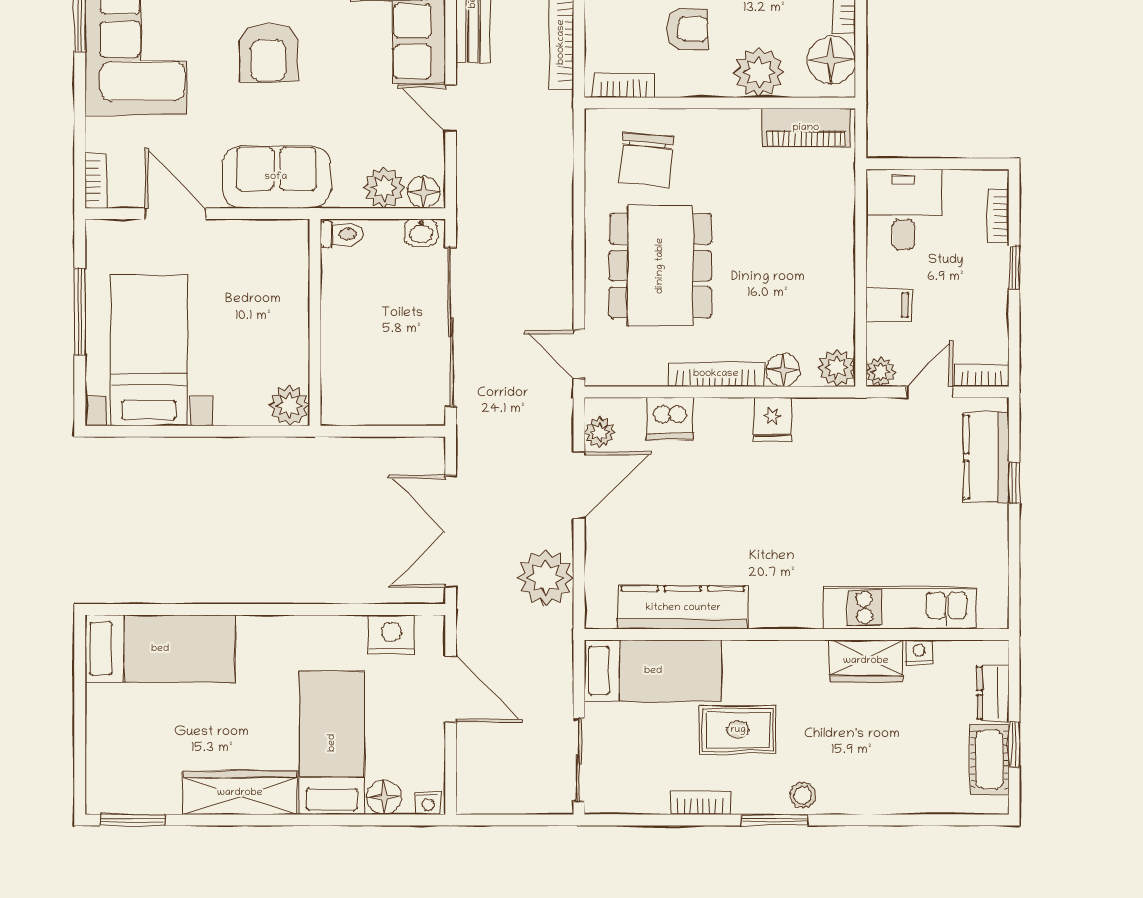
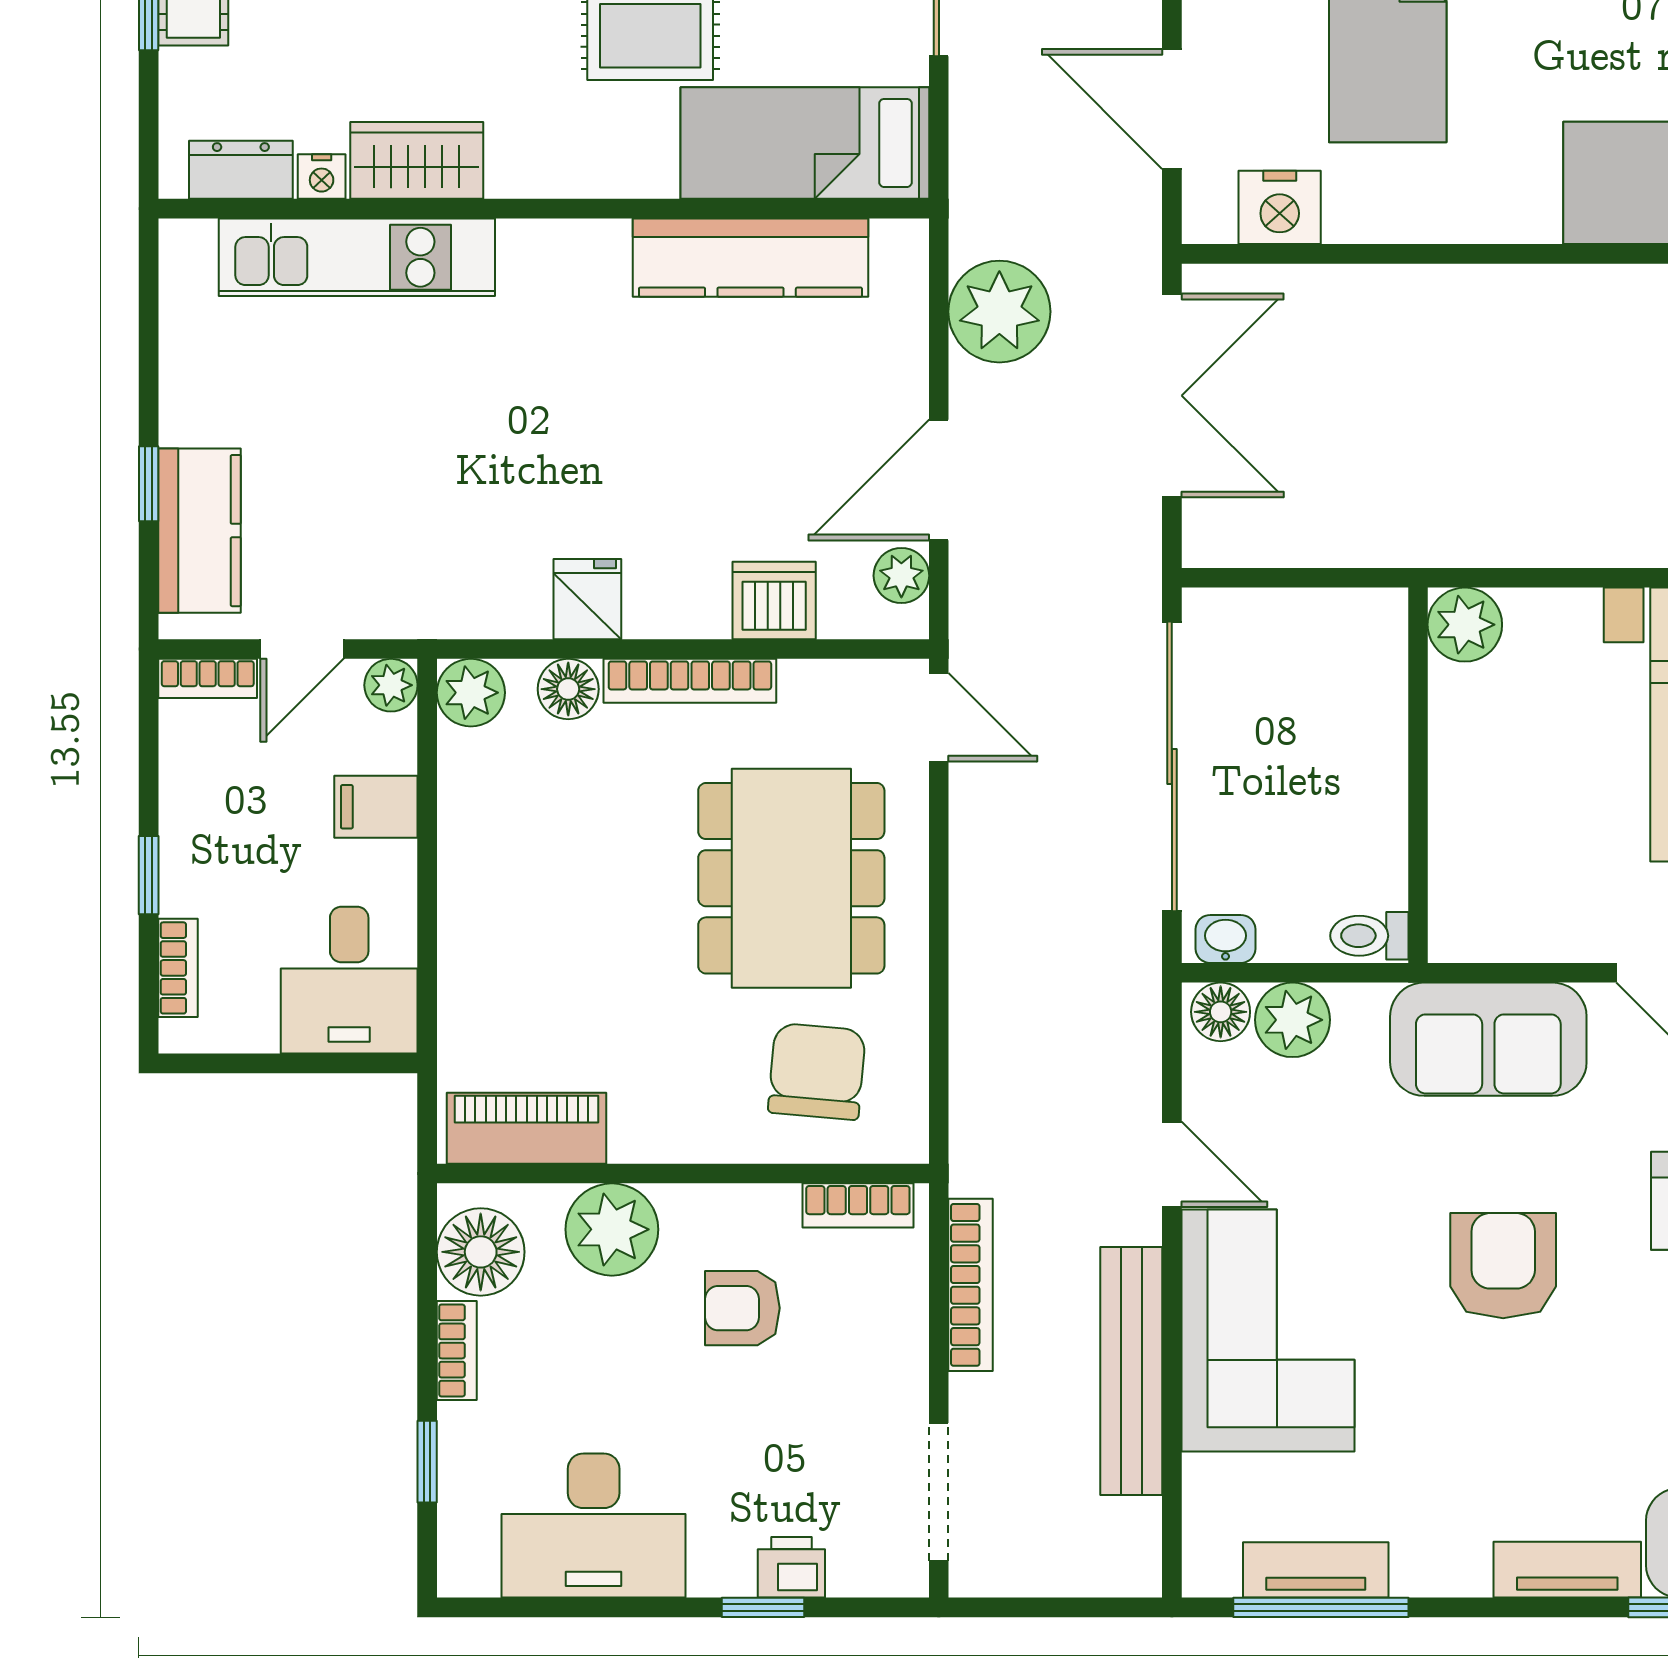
dresser: (993, 693) -> (241, 170), moved, turned -90

